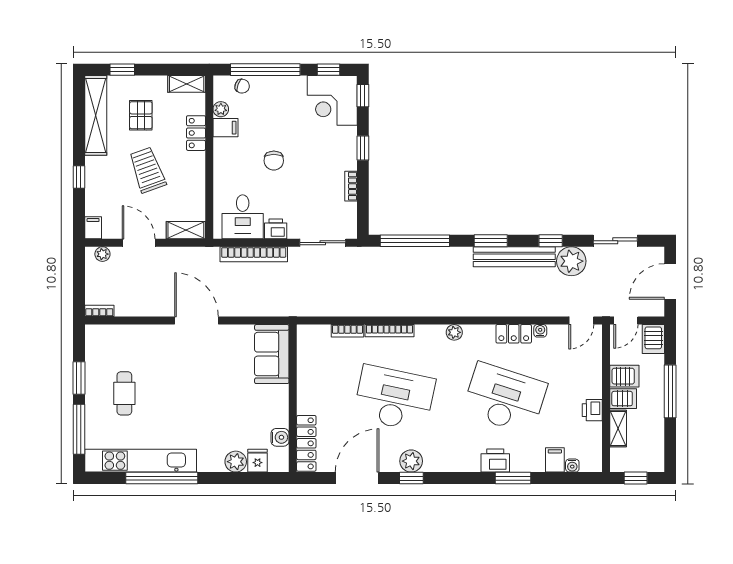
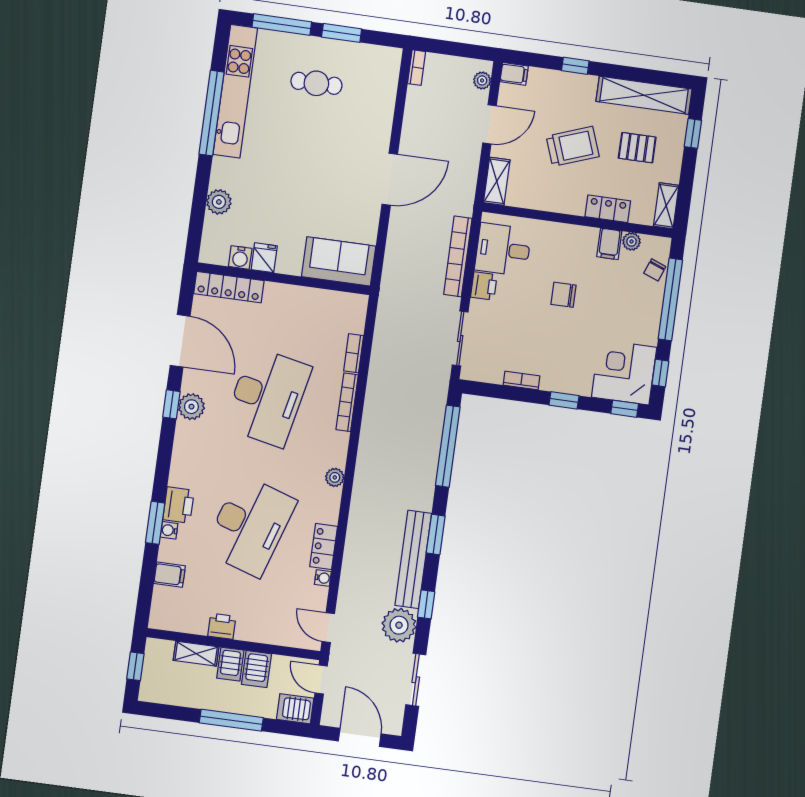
fridge: (258, 461) -> (264, 258), moved, turned -90
water cooler: (572, 466) -> (169, 530), moved

